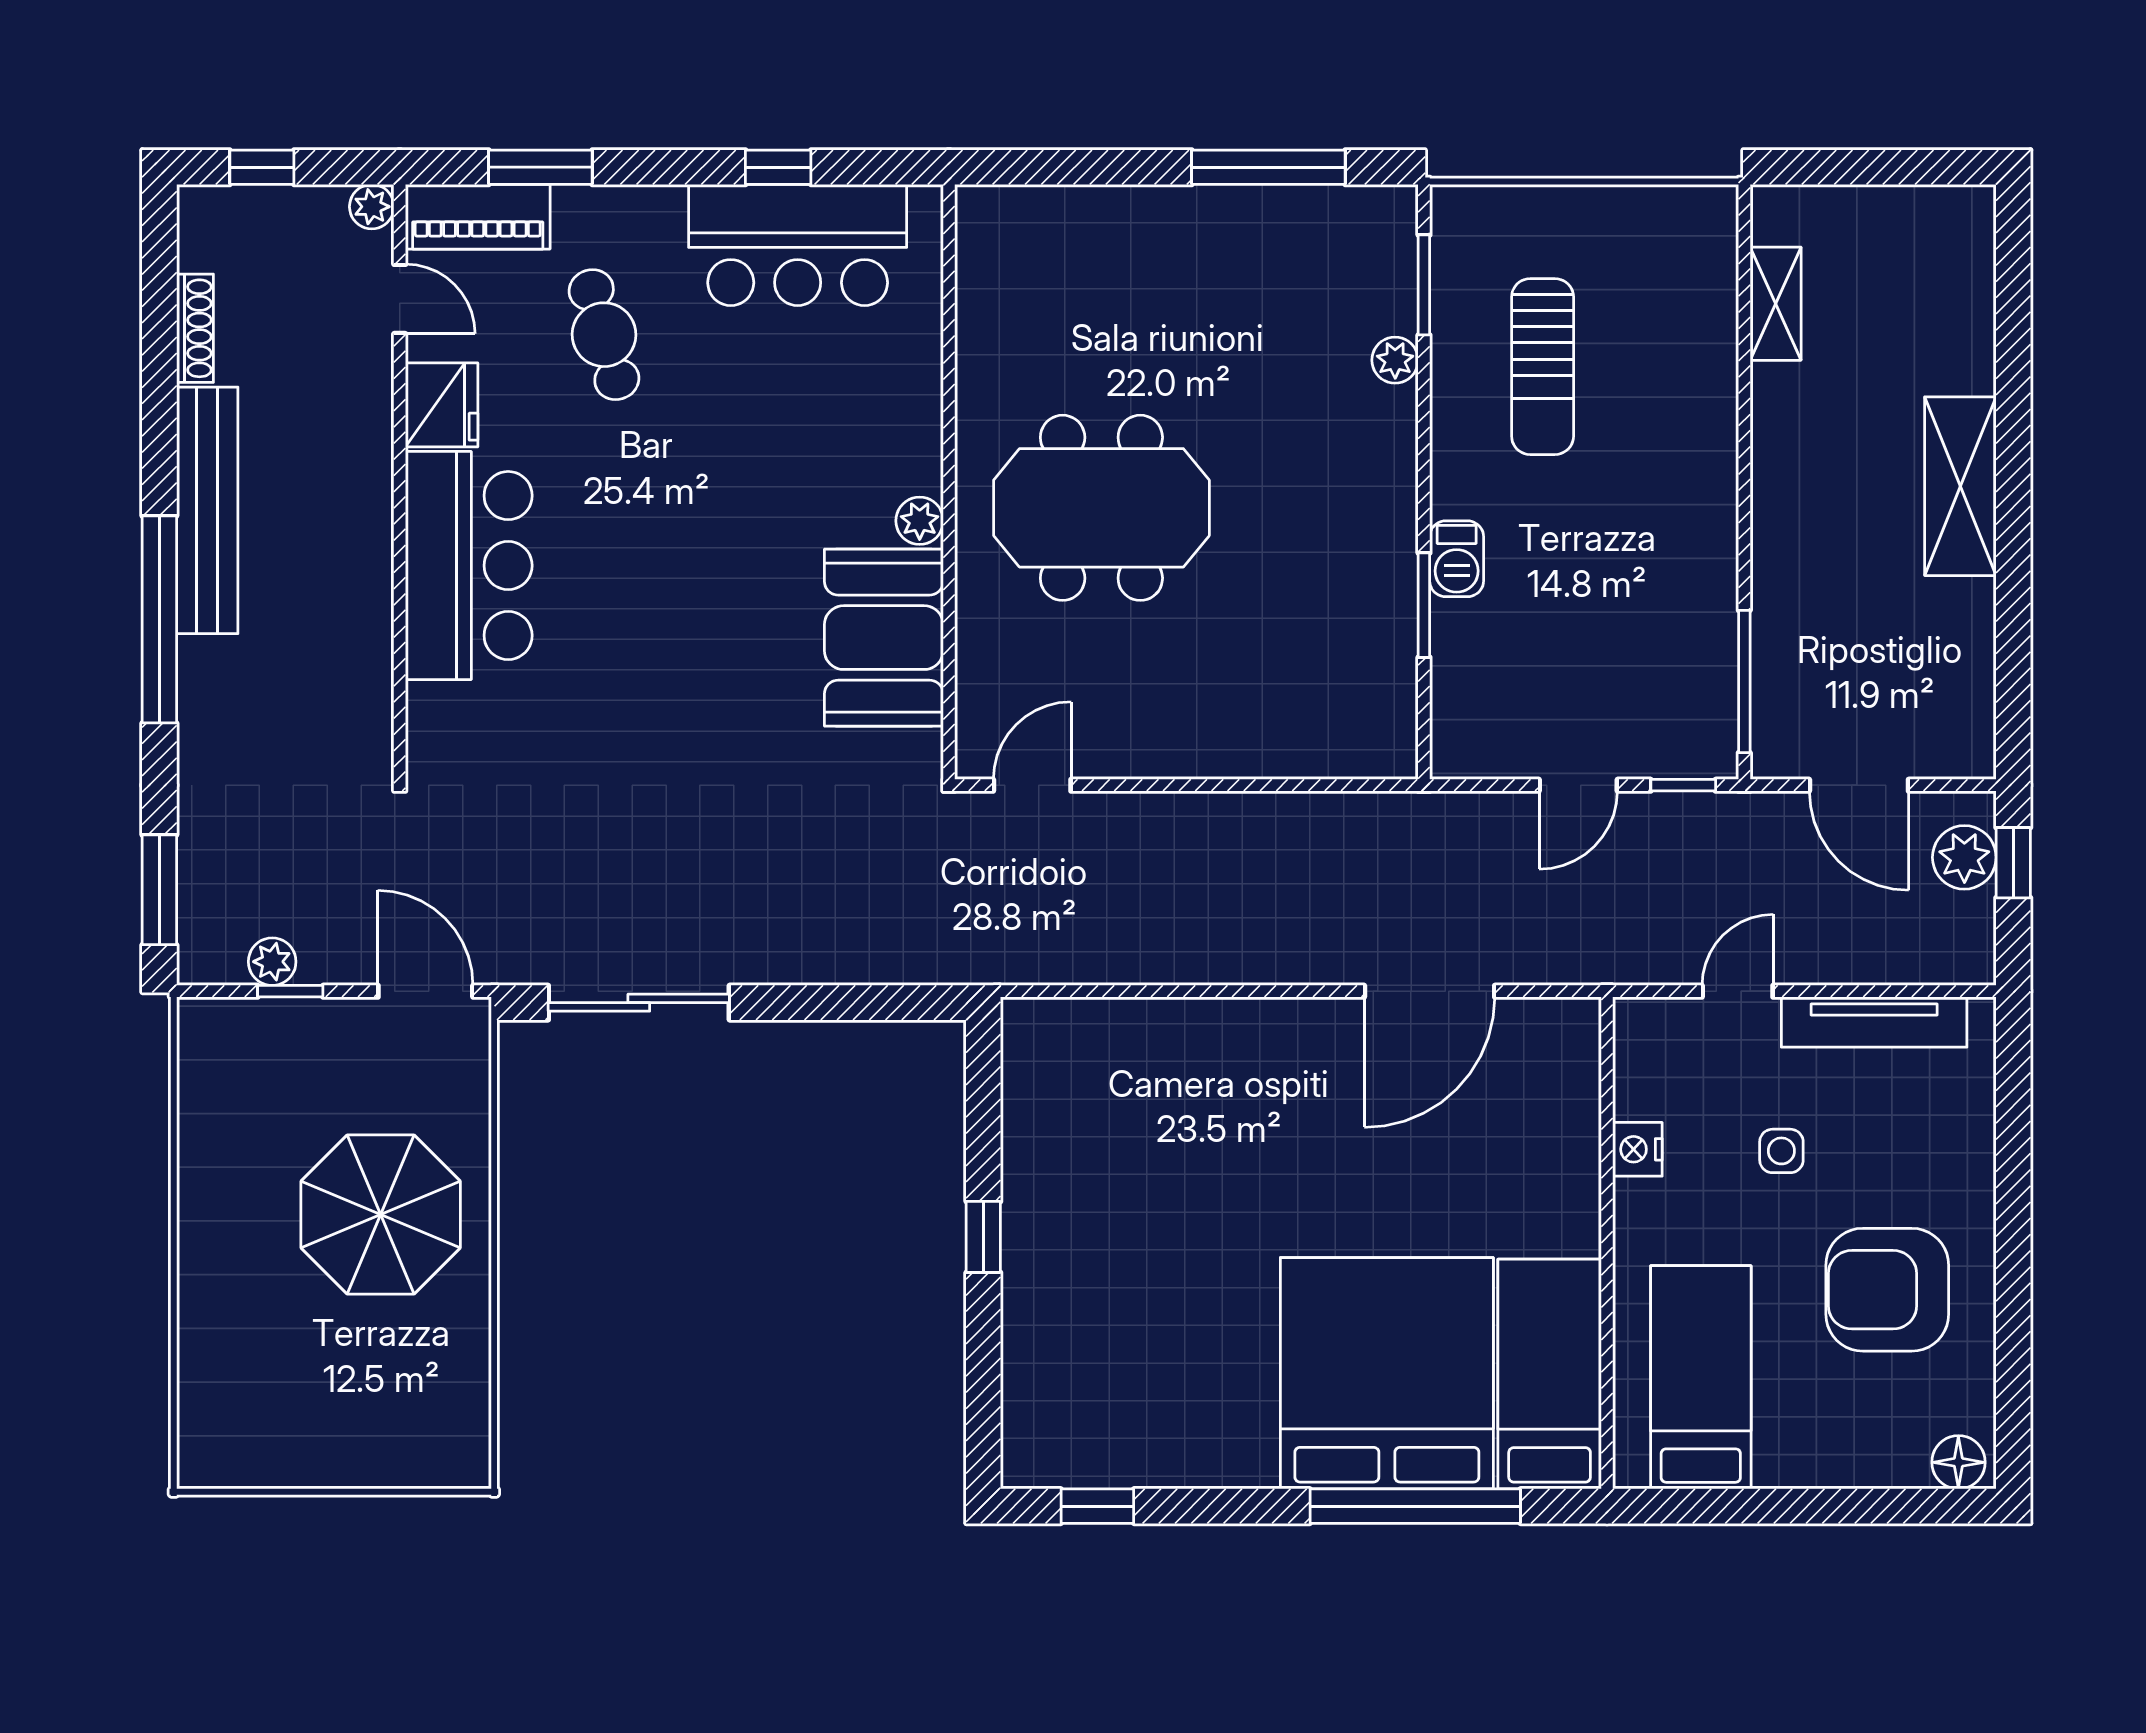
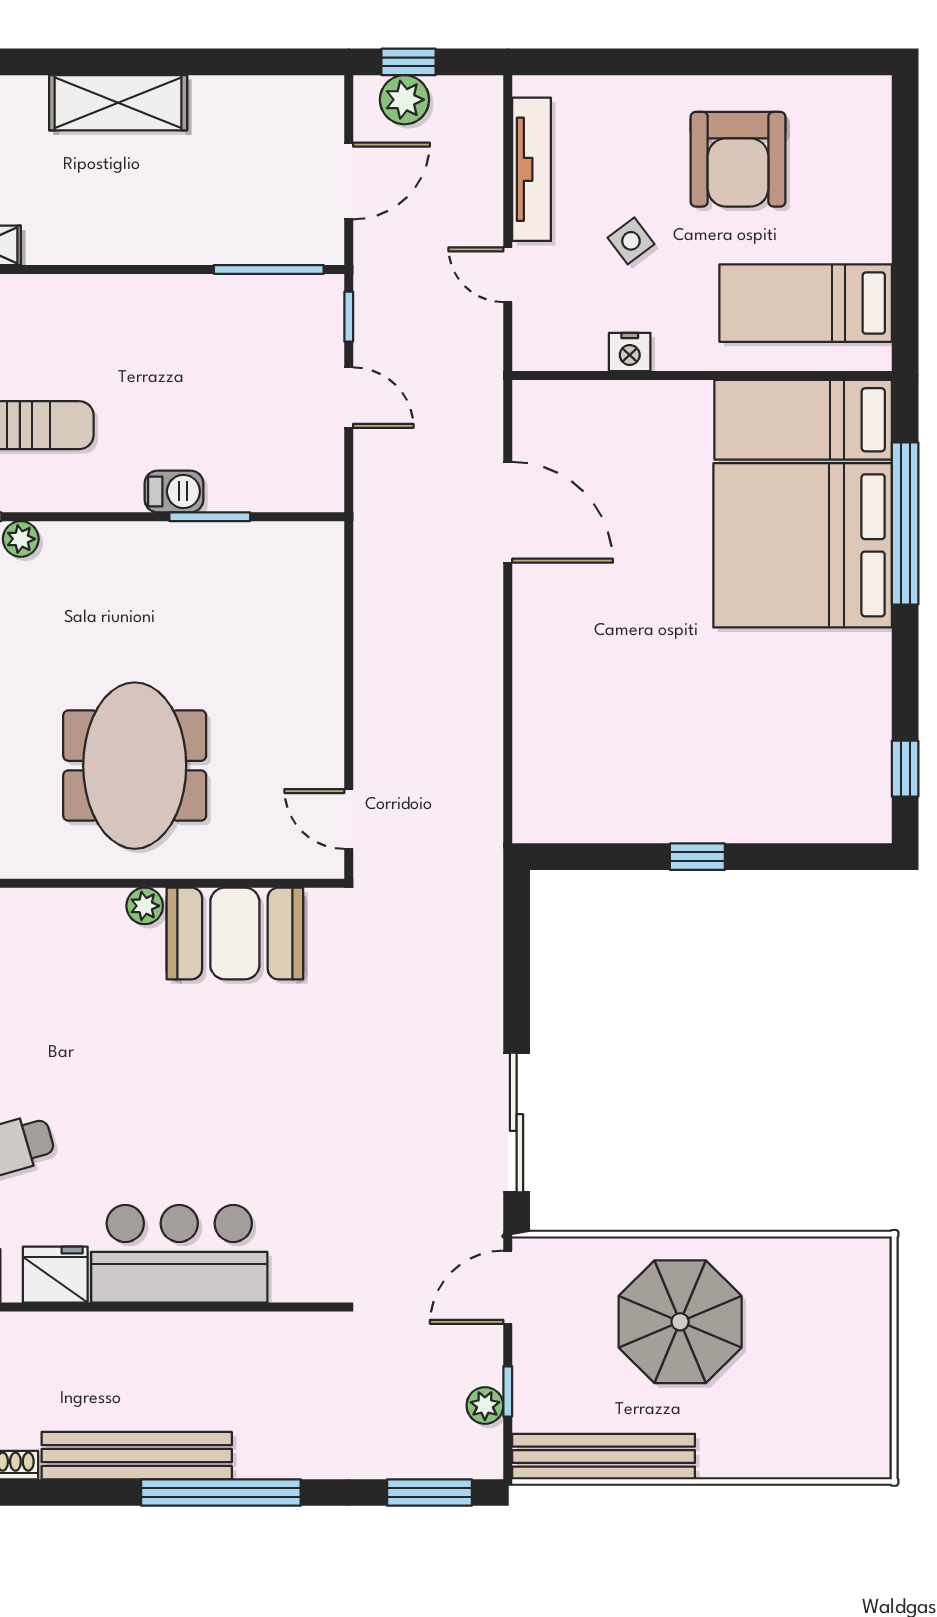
bench: (206, 1115) -> (604, 1457), added
side table: (1781, 1151) -> (631, 241), turned -37
floor lamp: (1958, 1462) -> (871, 104), removed

